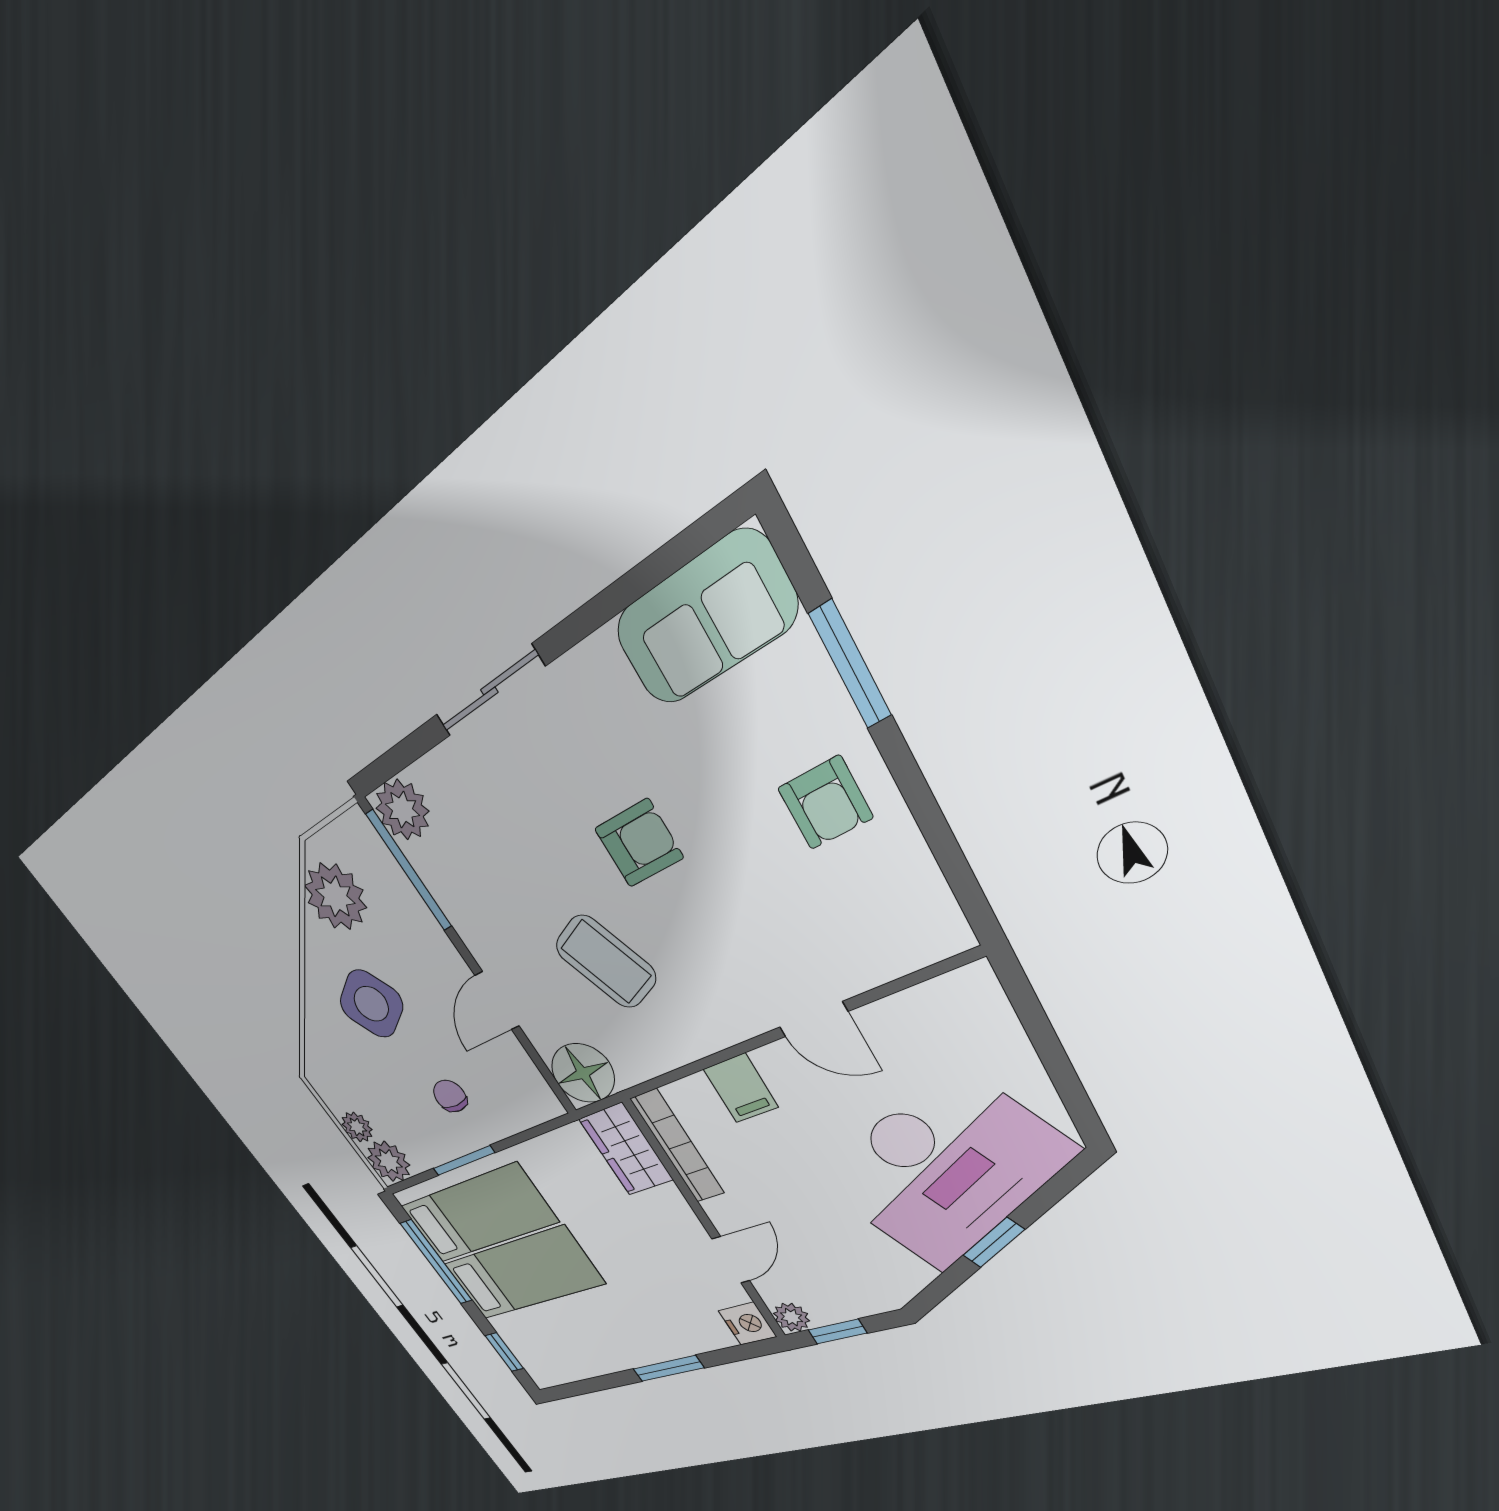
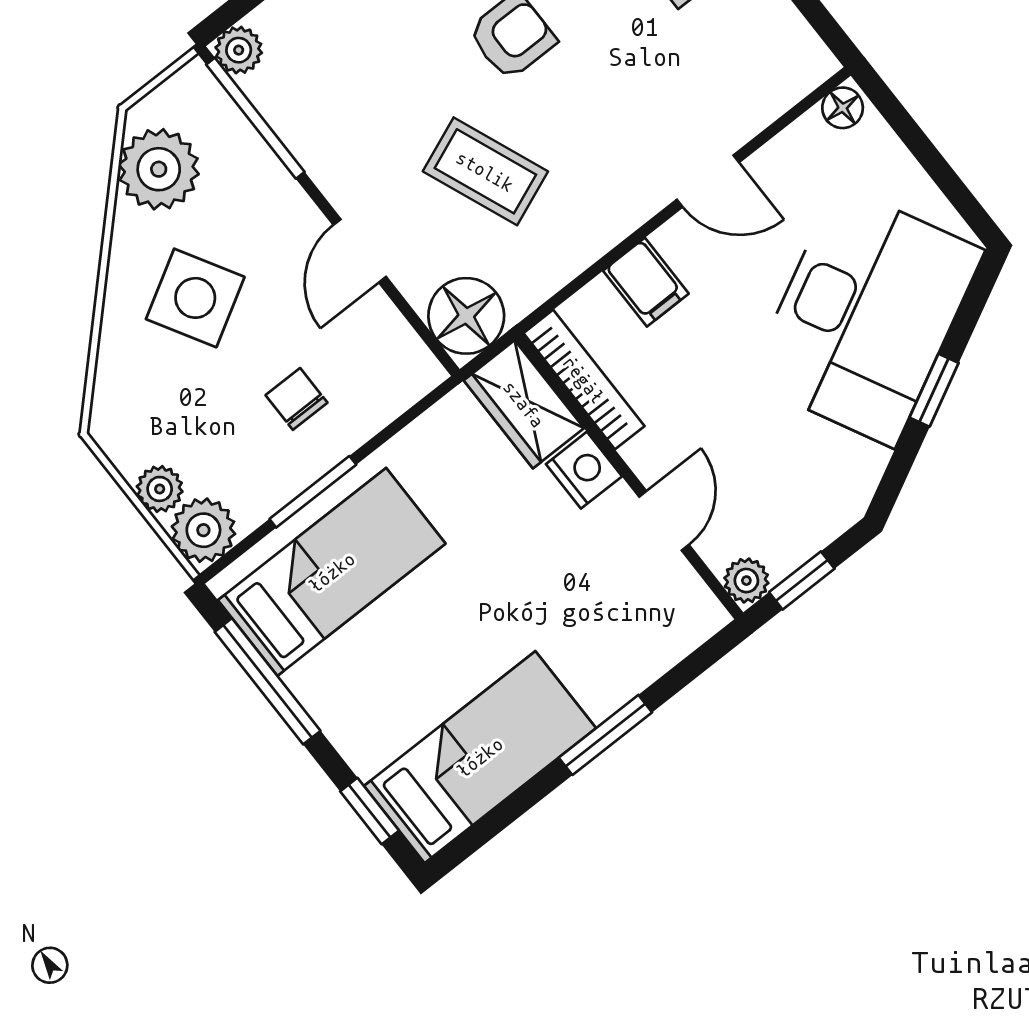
plant: (402, 810) -> (239, 50), width x0.73, depth x0.73
floor lamp: (969, 985) -> (843, 108), added
bed: (523, 1273) -> (480, 757), moved
nightstand: (747, 1324) -> (584, 470), moved

